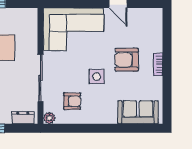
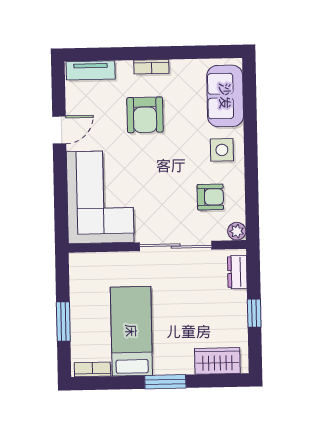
tv unit: (157, 25) -> (91, 70), added
side table: (97, 77) -> (222, 150), moved
armchair: (72, 101) -> (210, 197), turned 90

